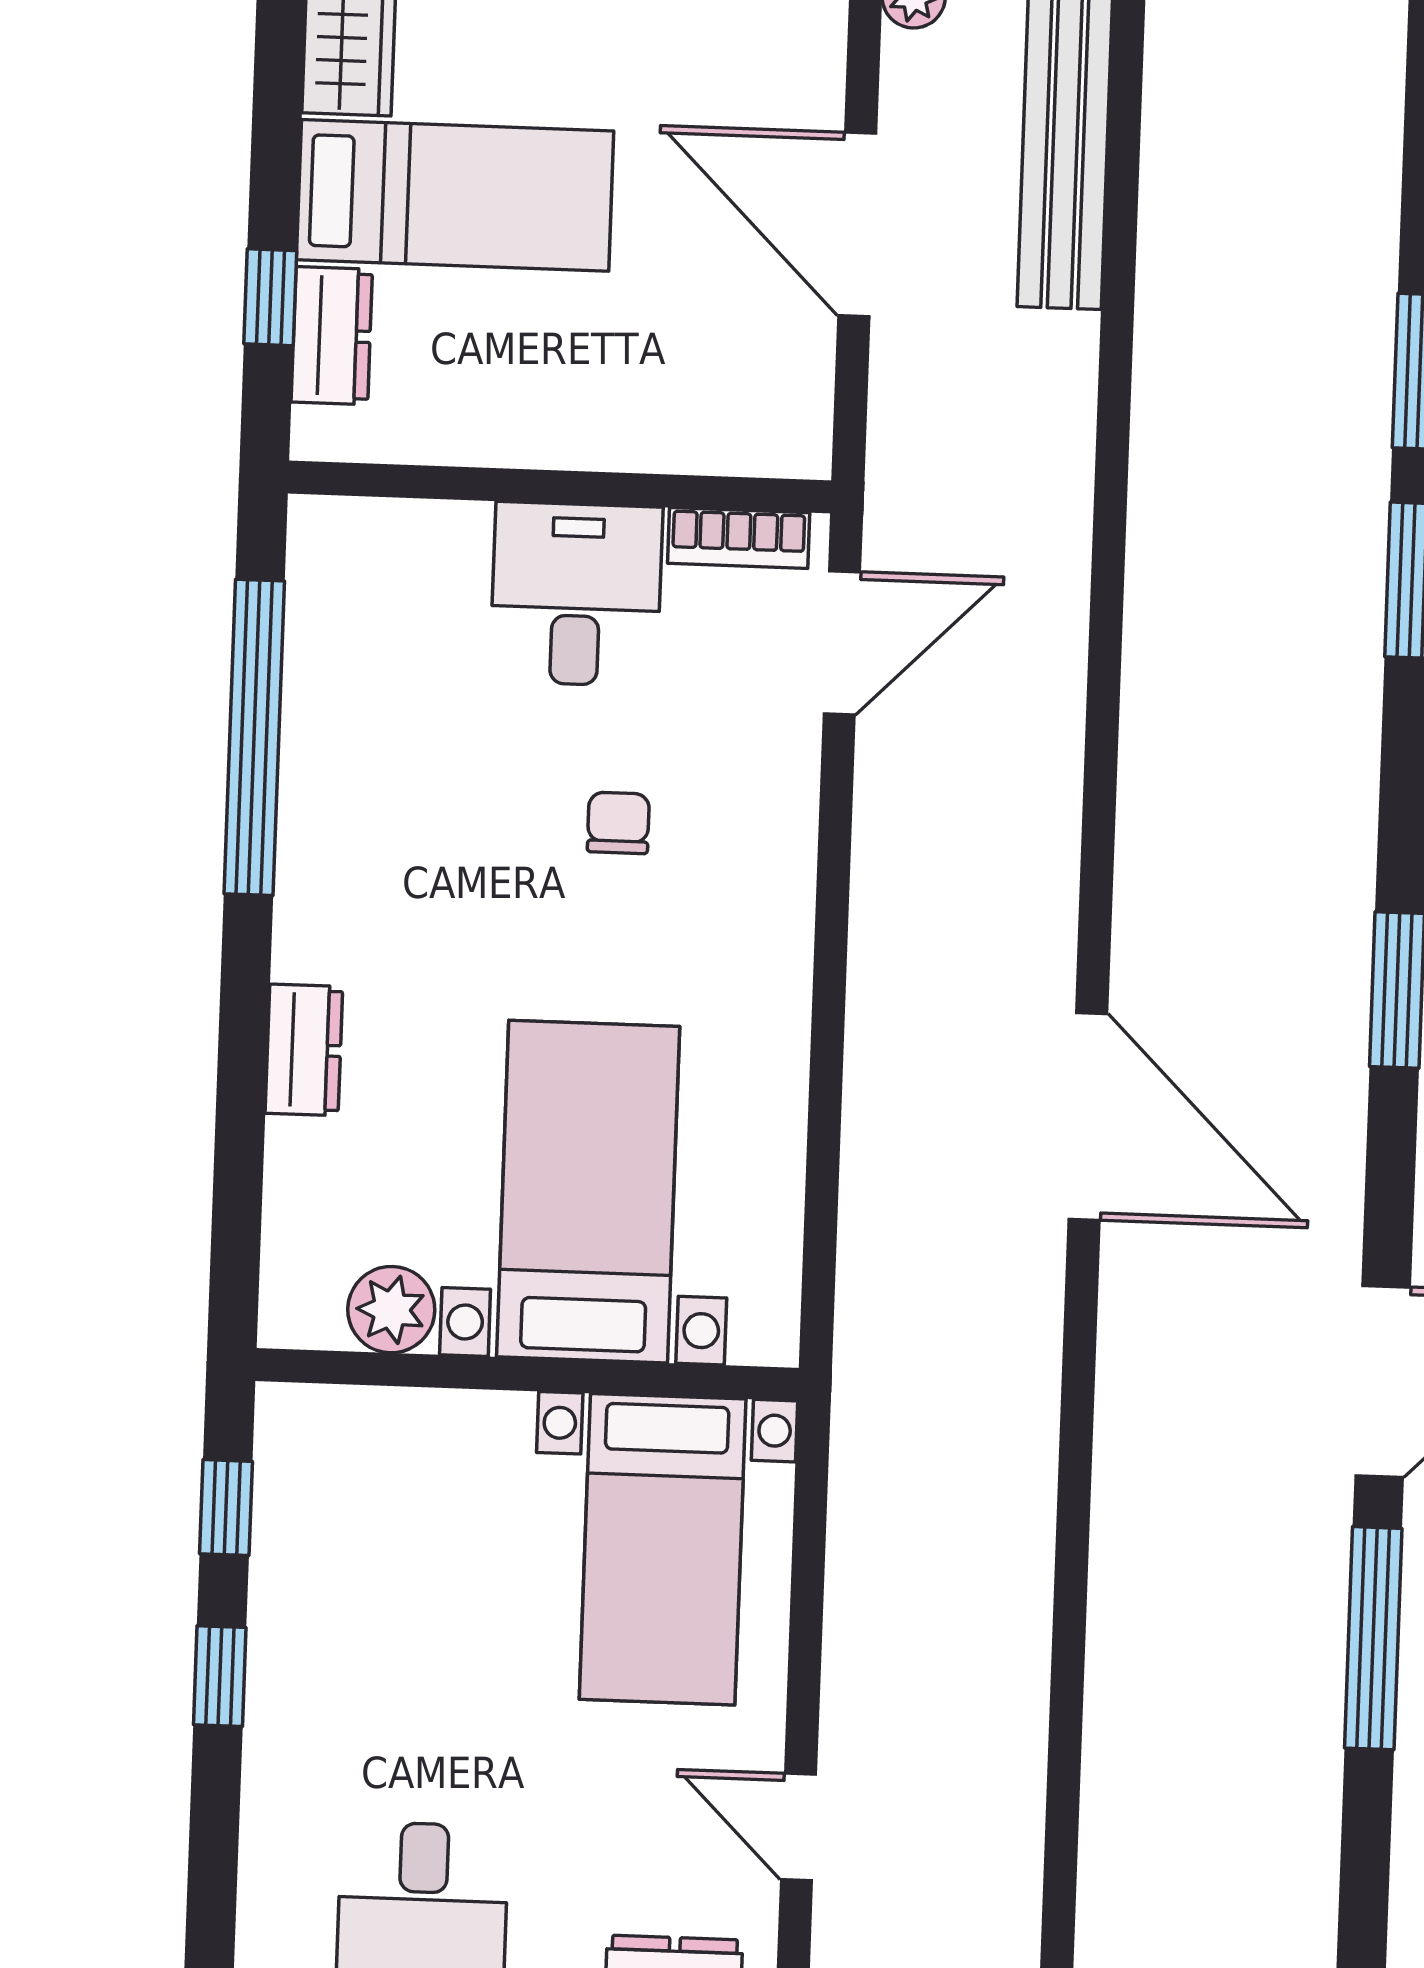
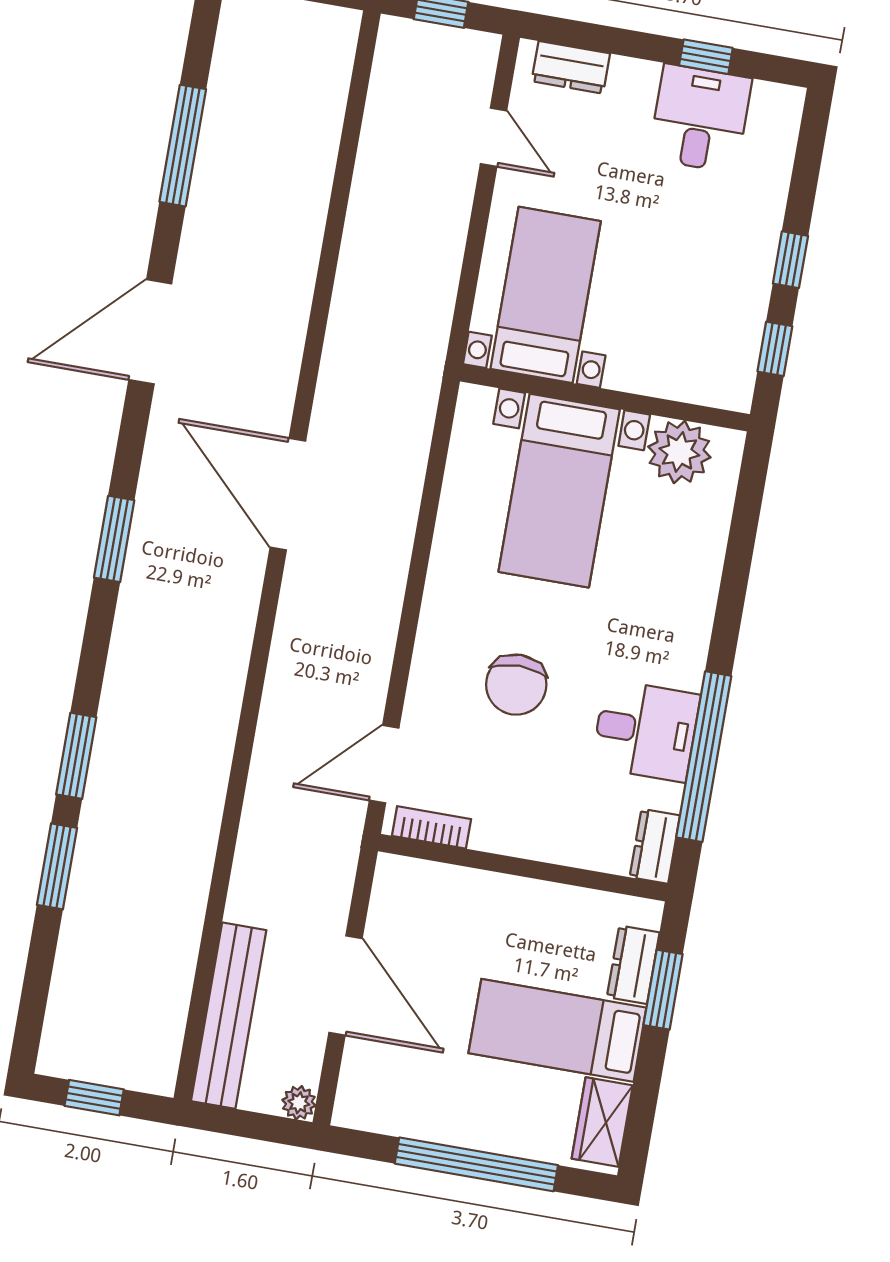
window: (270, 297) -> (663, 990), width x1.50
desk: (576, 594) -> (646, 731), moved, turned -90
chair: (618, 823) -> (516, 685), width x1.87, depth x1.87
dresser: (304, 1050) -> (655, 846), moved
plant: (391, 1310) -> (679, 452), width x1.36, depth x1.36
window: (1373, 1638) -> (183, 146), moved

